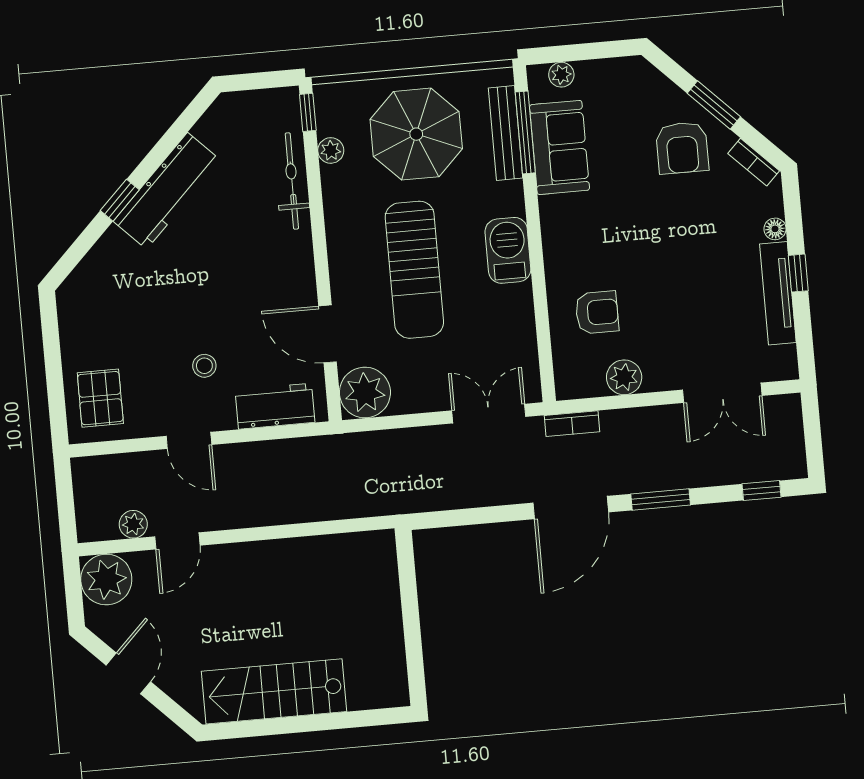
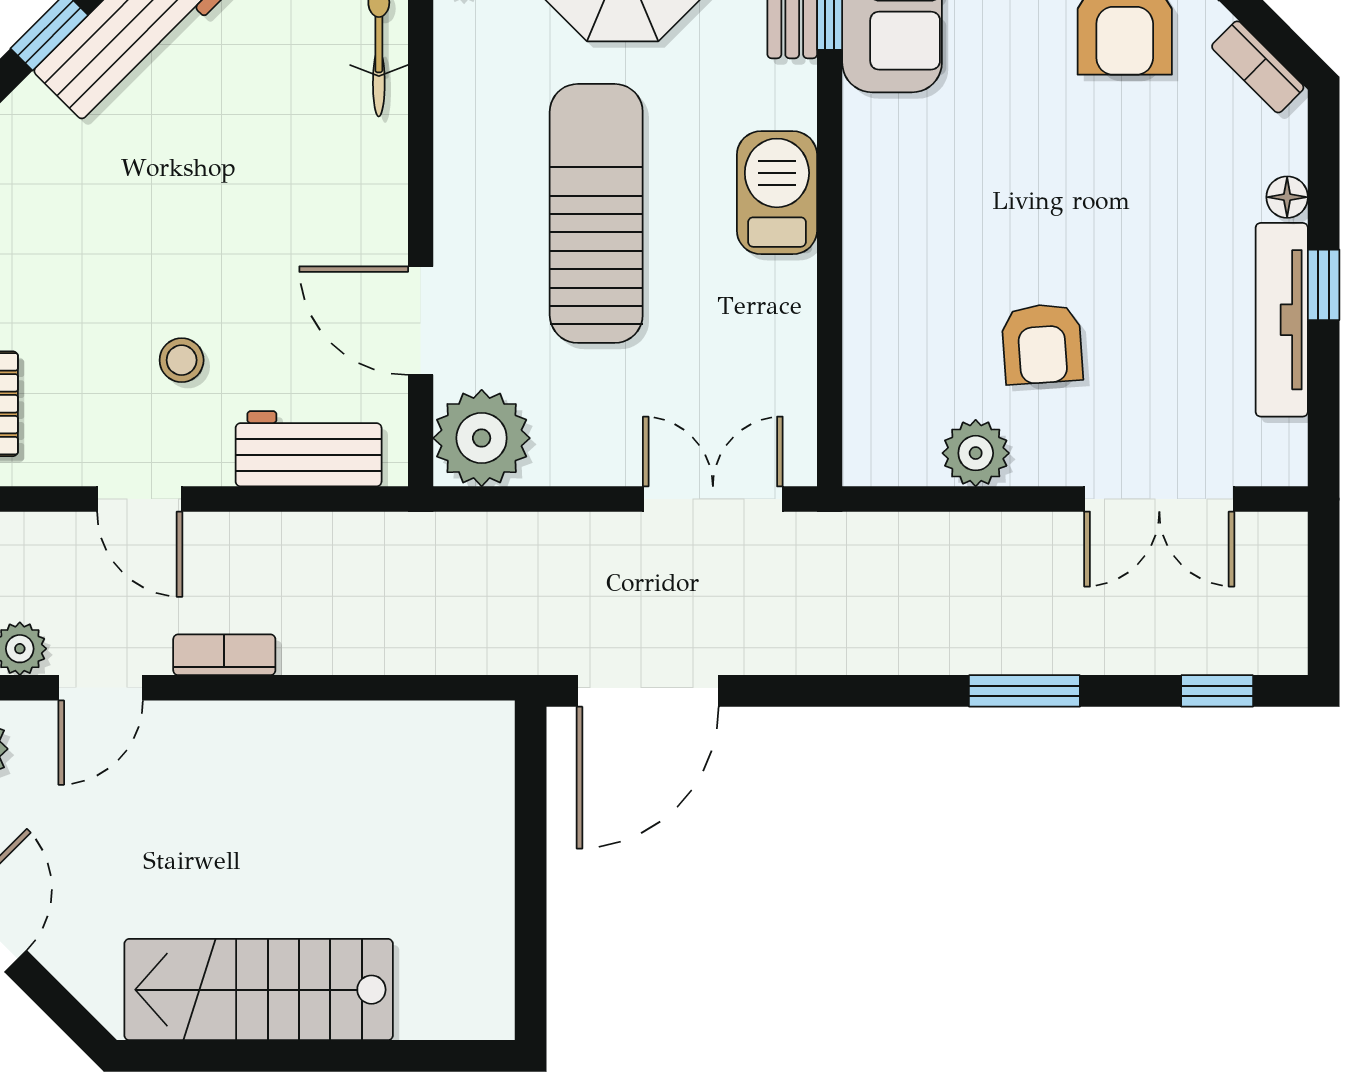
sun lounger: (414, 270) -> (596, 213), turned 180
armchair: (597, 312) -> (1042, 344), moved, turned 86
bookcase: (572, 424) -> (224, 655), moved, turned 180
door: (571, 507) -> (648, 691), moved

